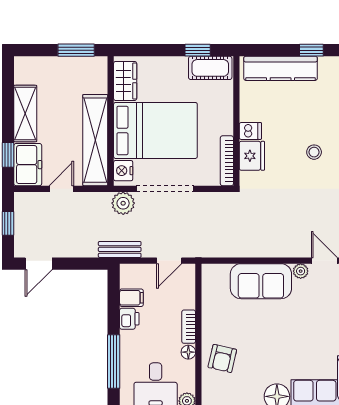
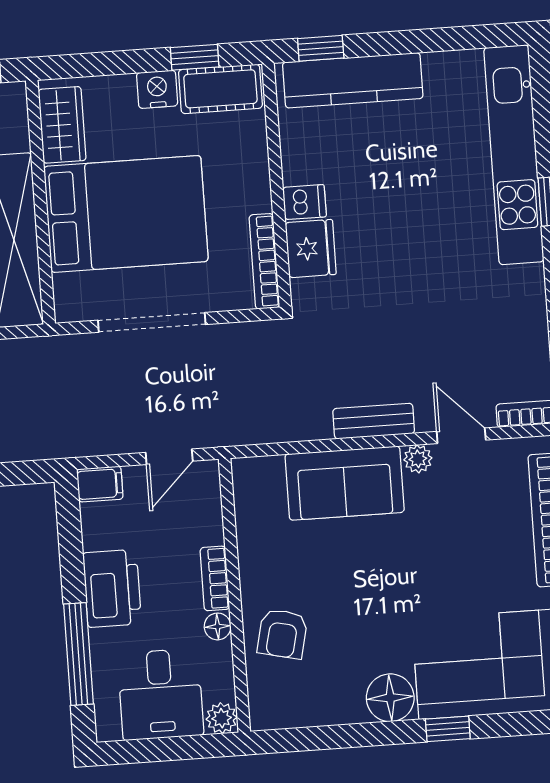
window: (311, 50) -> (321, 48), moved
stool: (314, 152) -> (427, 233), removed
nightstand: (123, 171) -> (157, 89), moved, turned 90
plant: (123, 203) -> (75, 355), removed
bench: (120, 249) -> (374, 421), moved
filing cabinet: (131, 298) -> (100, 484), moved
printer: (129, 319) -> (112, 588), width x1.87, depth x1.48

